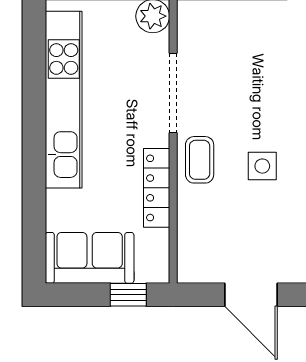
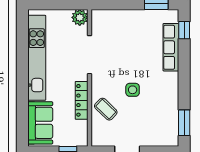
coffee table: (200, 160) -> (106, 109), moved, turned -46
sofa: (90, 258) -> (40, 123), moved, turned 90

